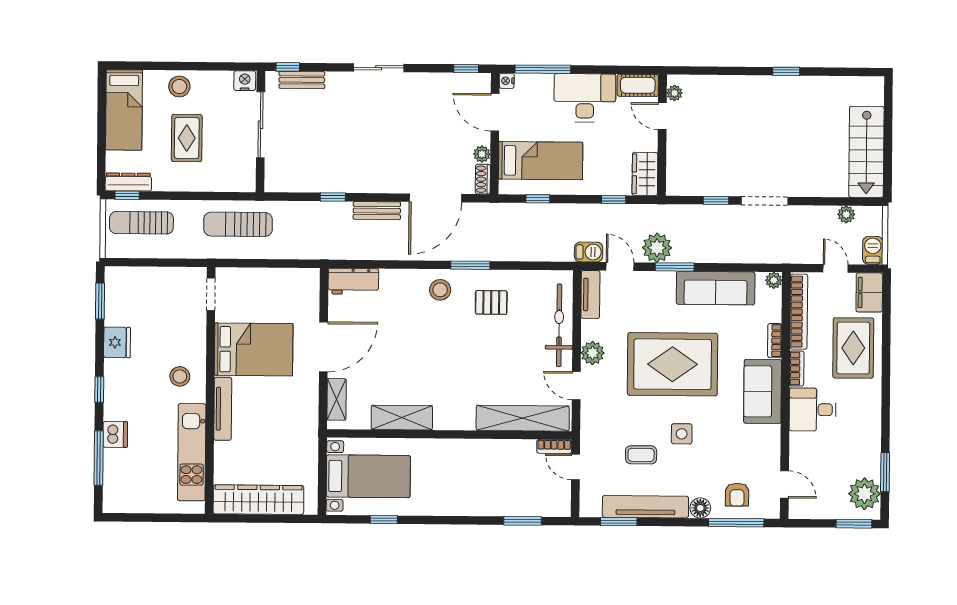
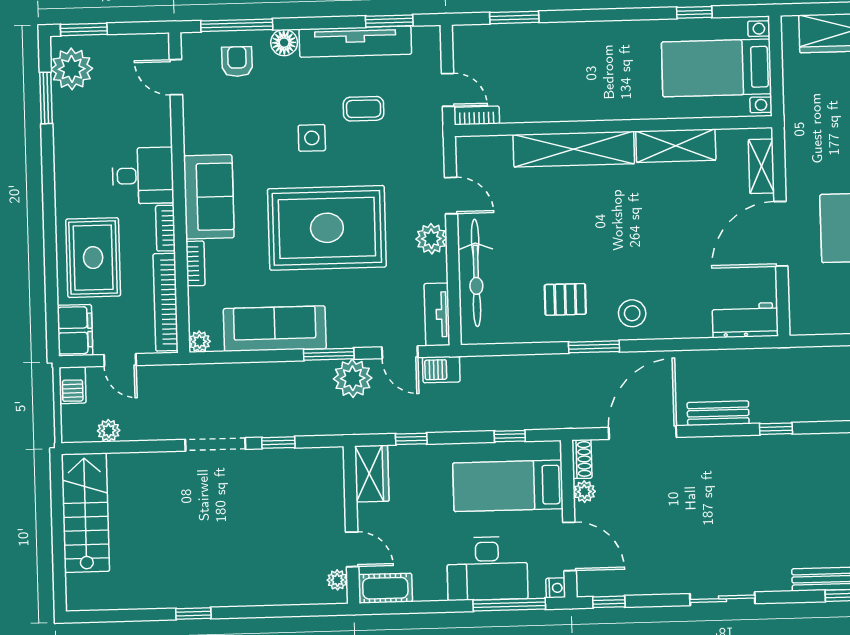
desk: (585, 98) -> (487, 568), moved
shelving: (523, 418) -> (574, 149), moved

